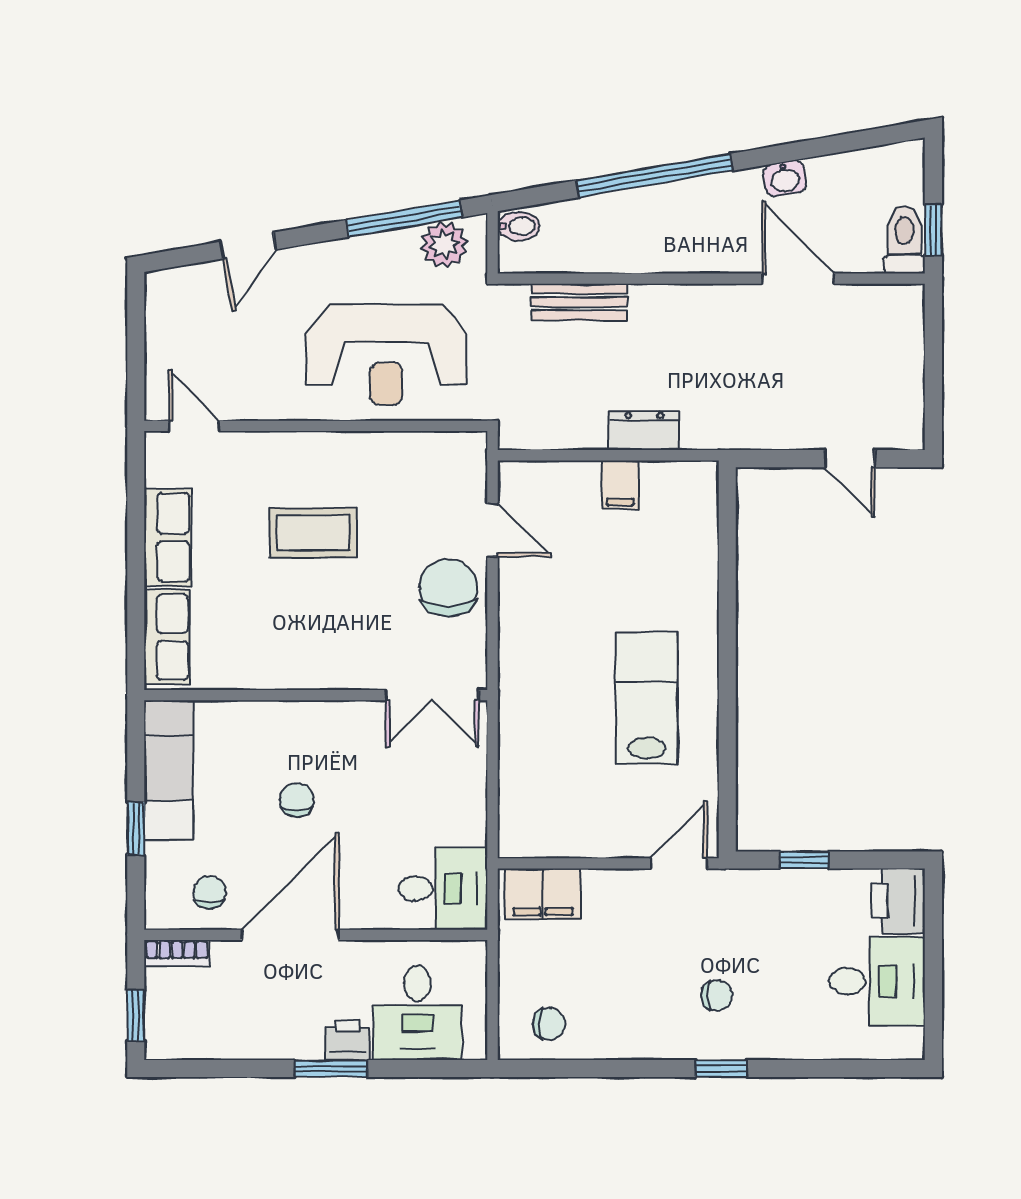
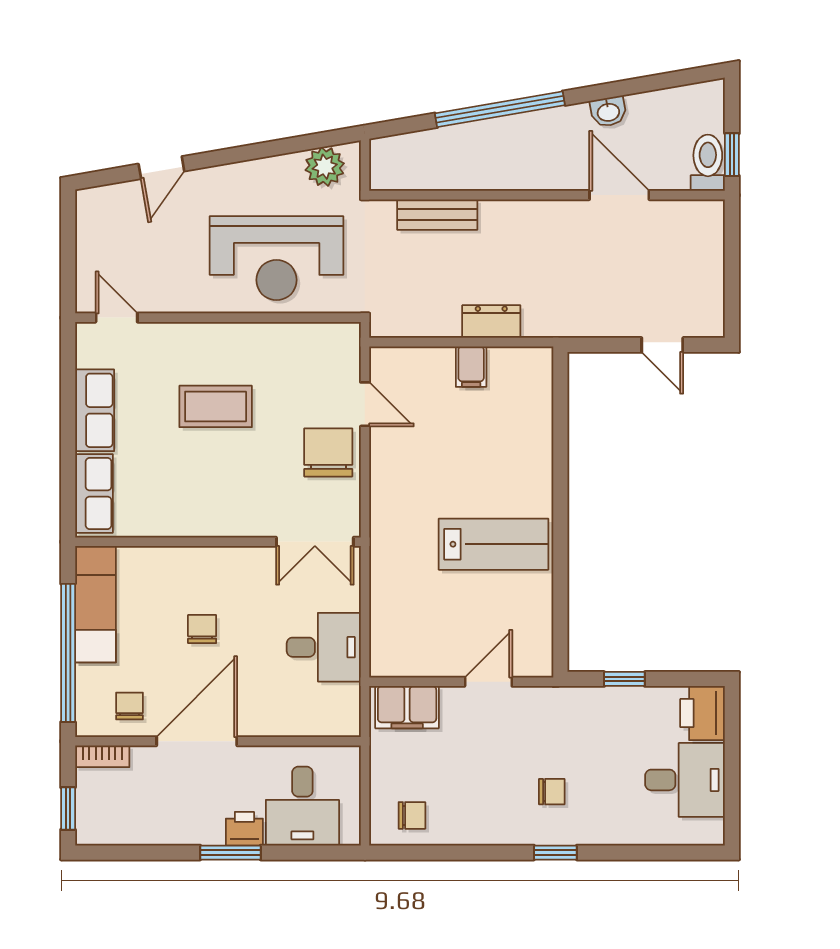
window: (404, 219) -> (292, 145), removed
bidet: (519, 226) -> (387, 151), removed
lab bench: (647, 698) -> (494, 544), turned 90
window: (136, 829) -> (68, 653), width x3.17
door: (679, 863) -> (488, 682), moved
desk: (443, 889) -> (324, 647), moved

